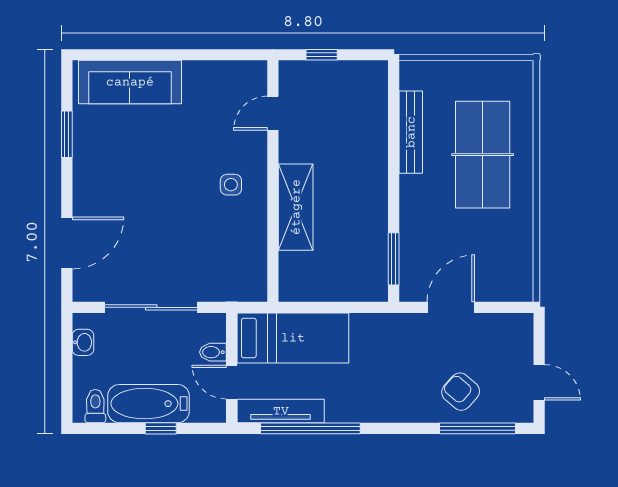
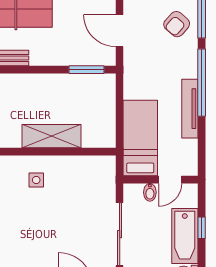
tv unit: (281, 411) -> (190, 109), moved
window: (310, 428) -> (202, 83), moved

